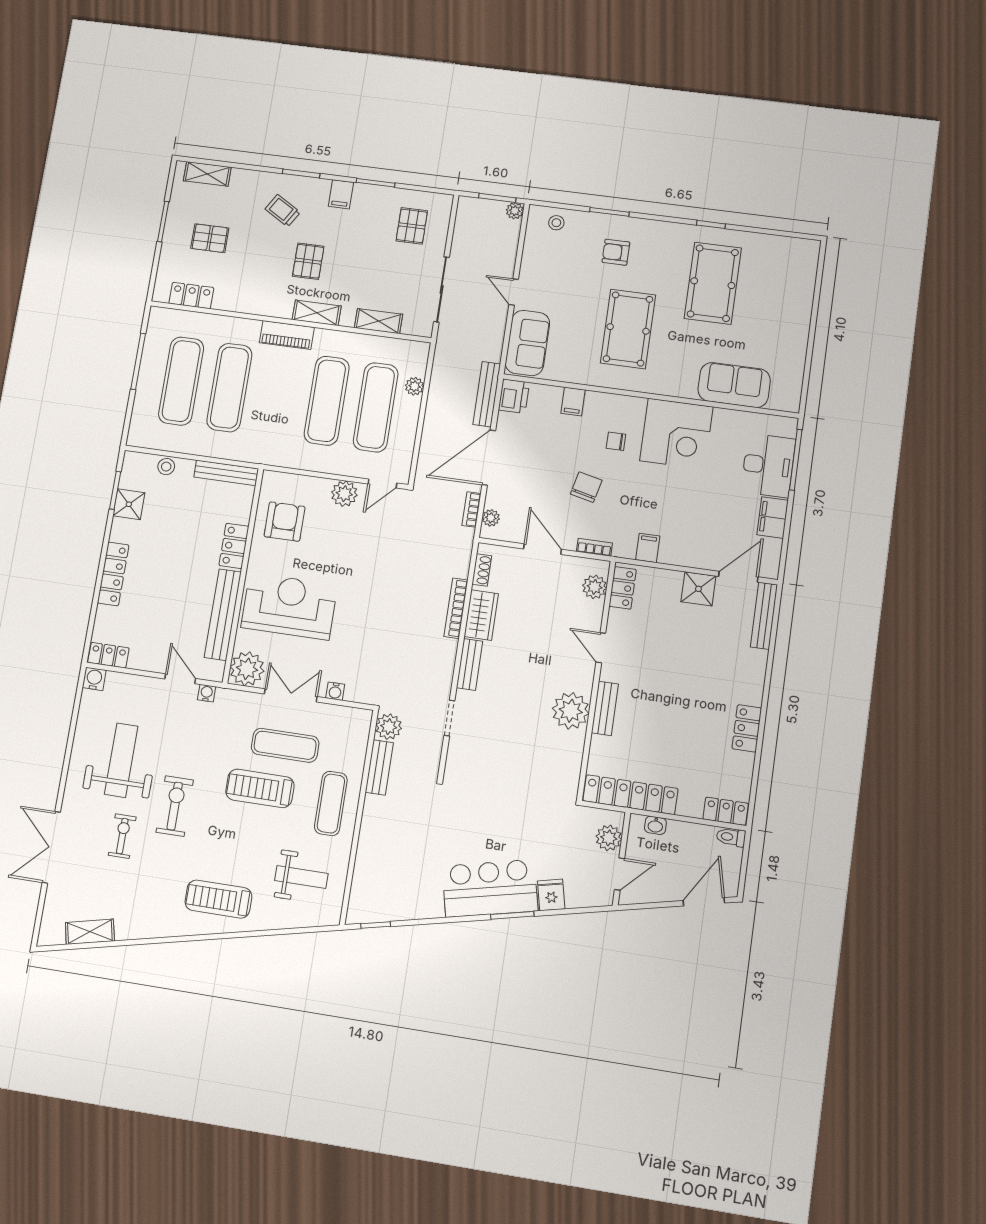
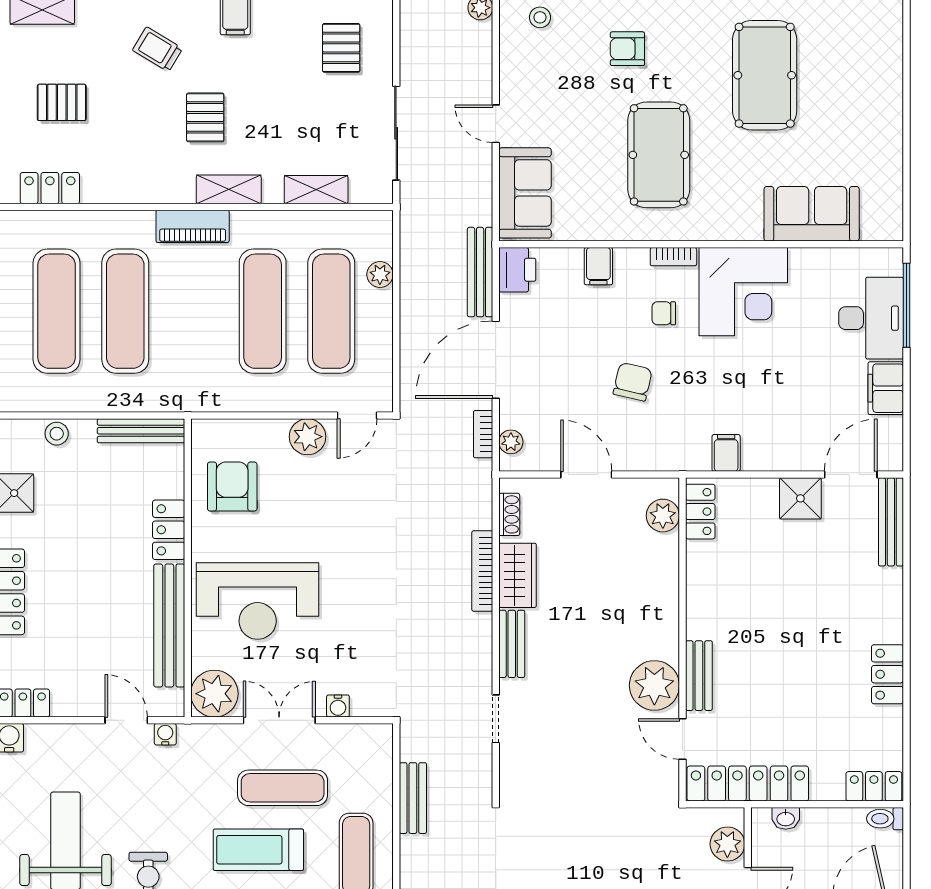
bookcase: (594, 547) -> (673, 257), moved, turned 180
reception desk: (289, 606) -> (258, 601), turned 180
door: (601, 648) -> (682, 739), moved
plant: (389, 727) -> (417, 742), removed

